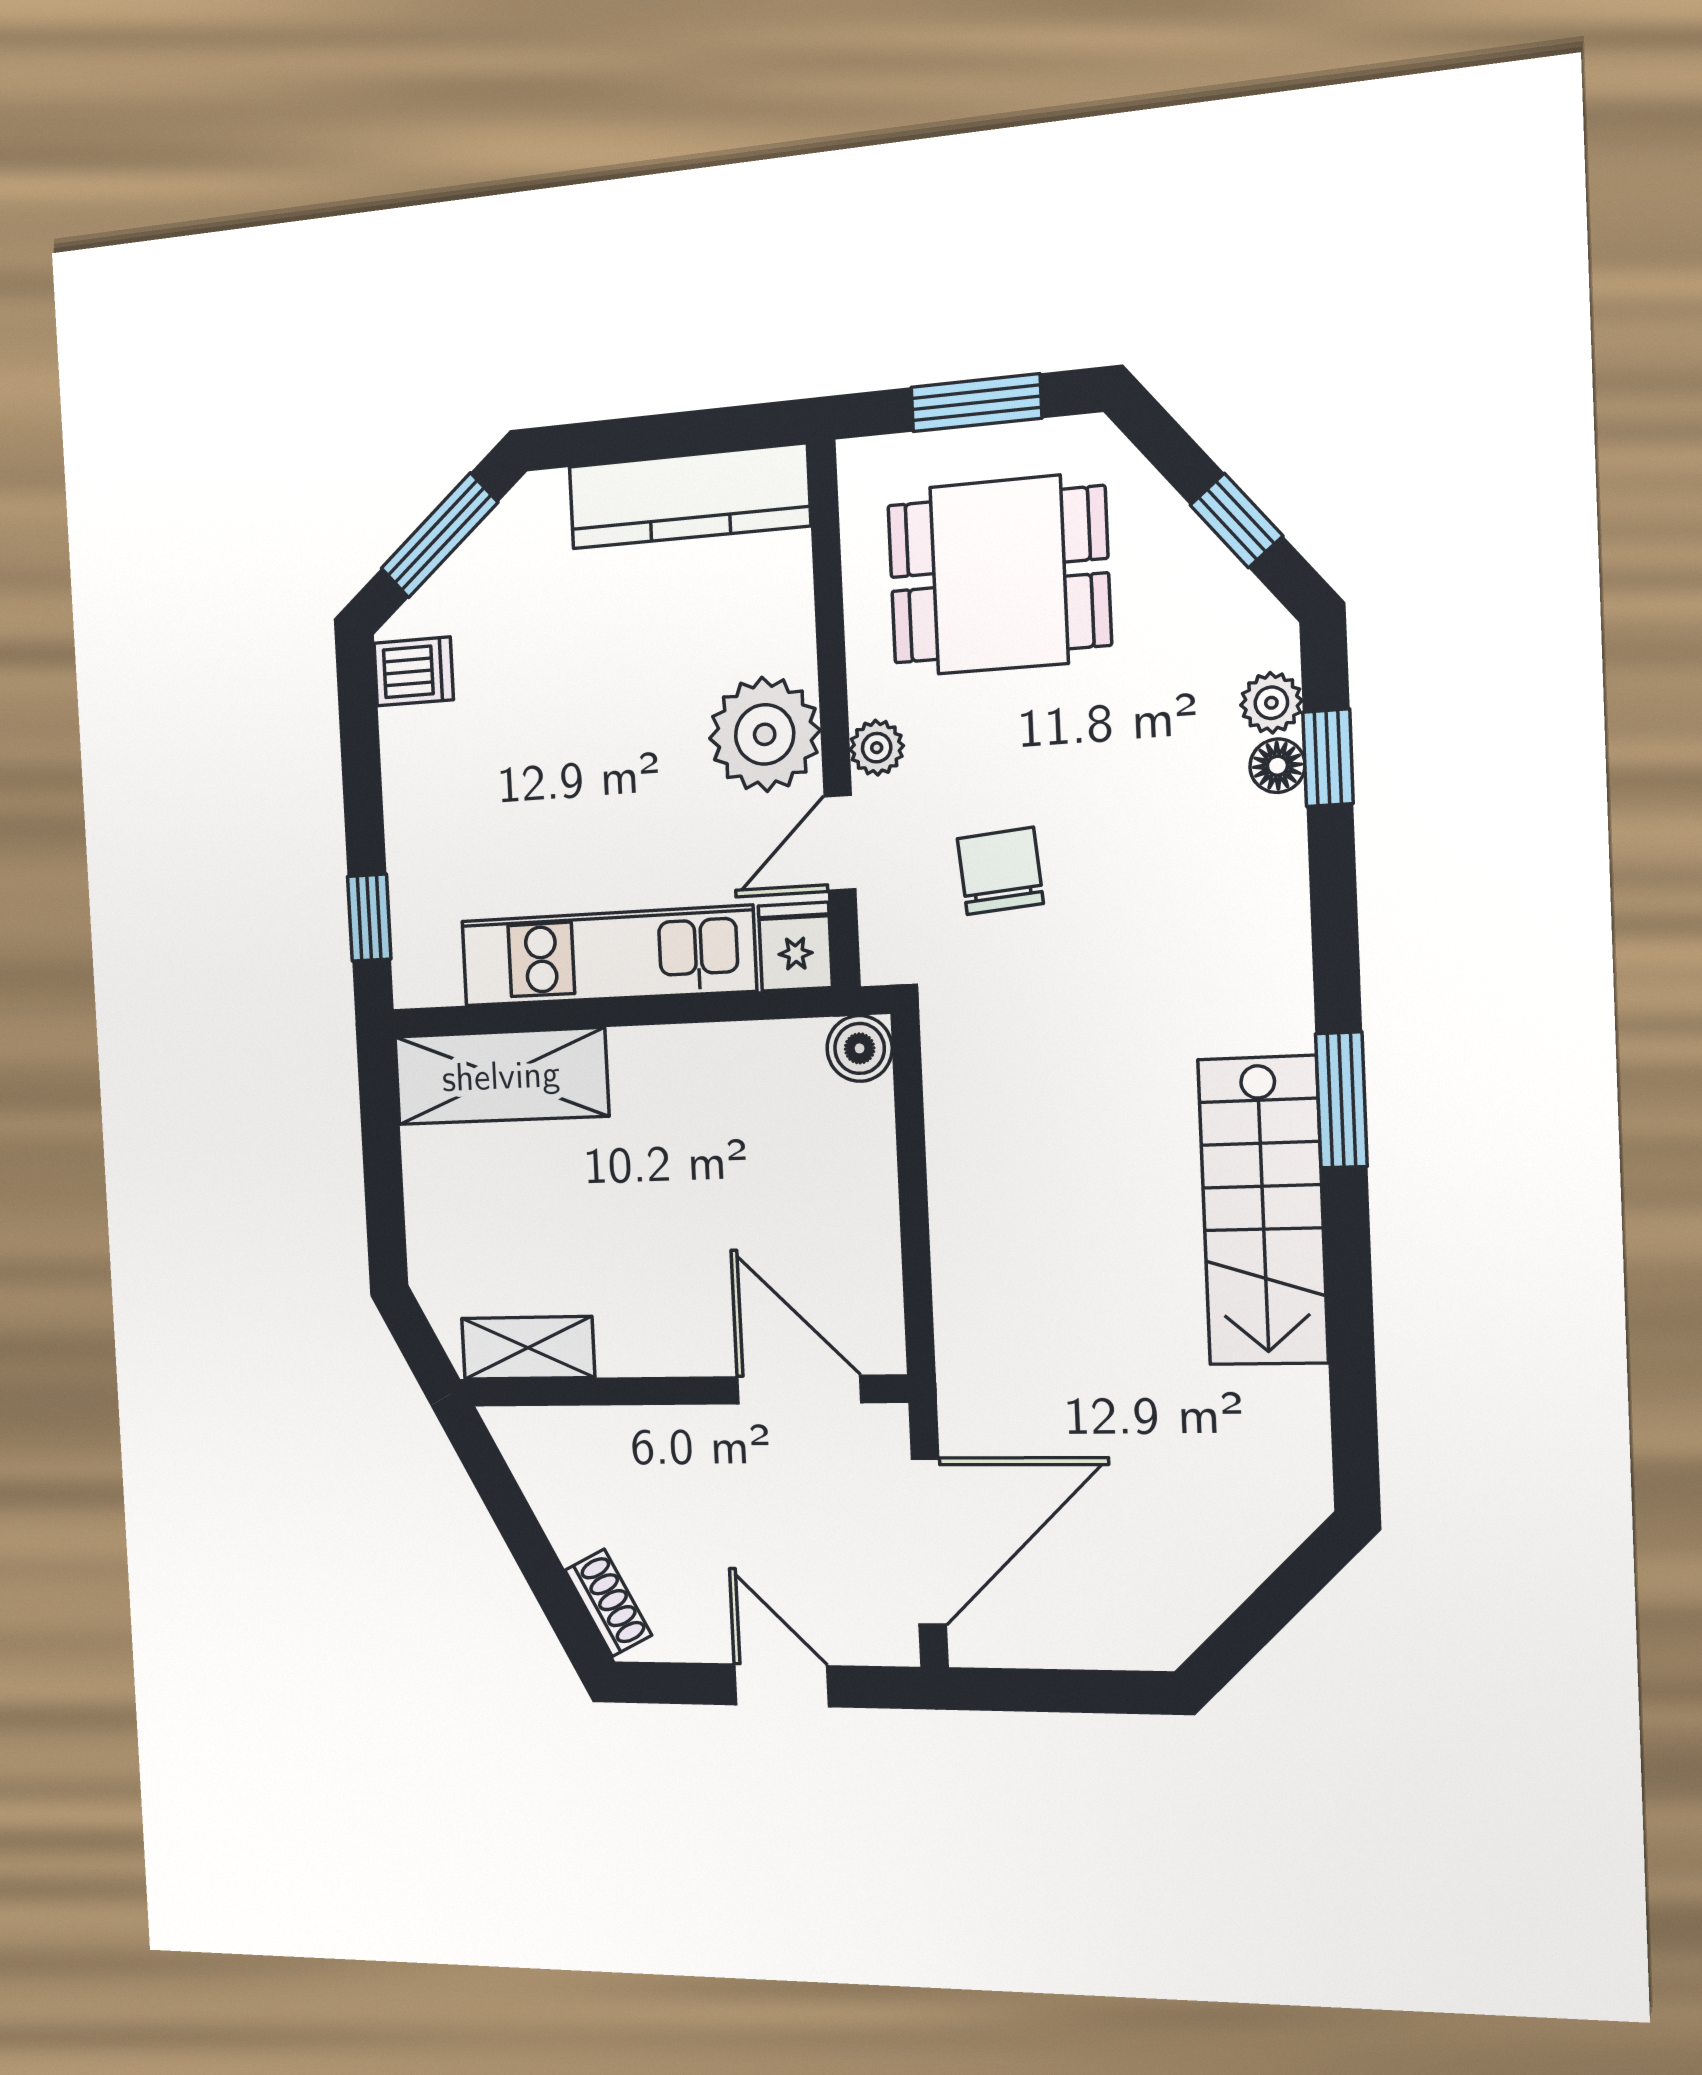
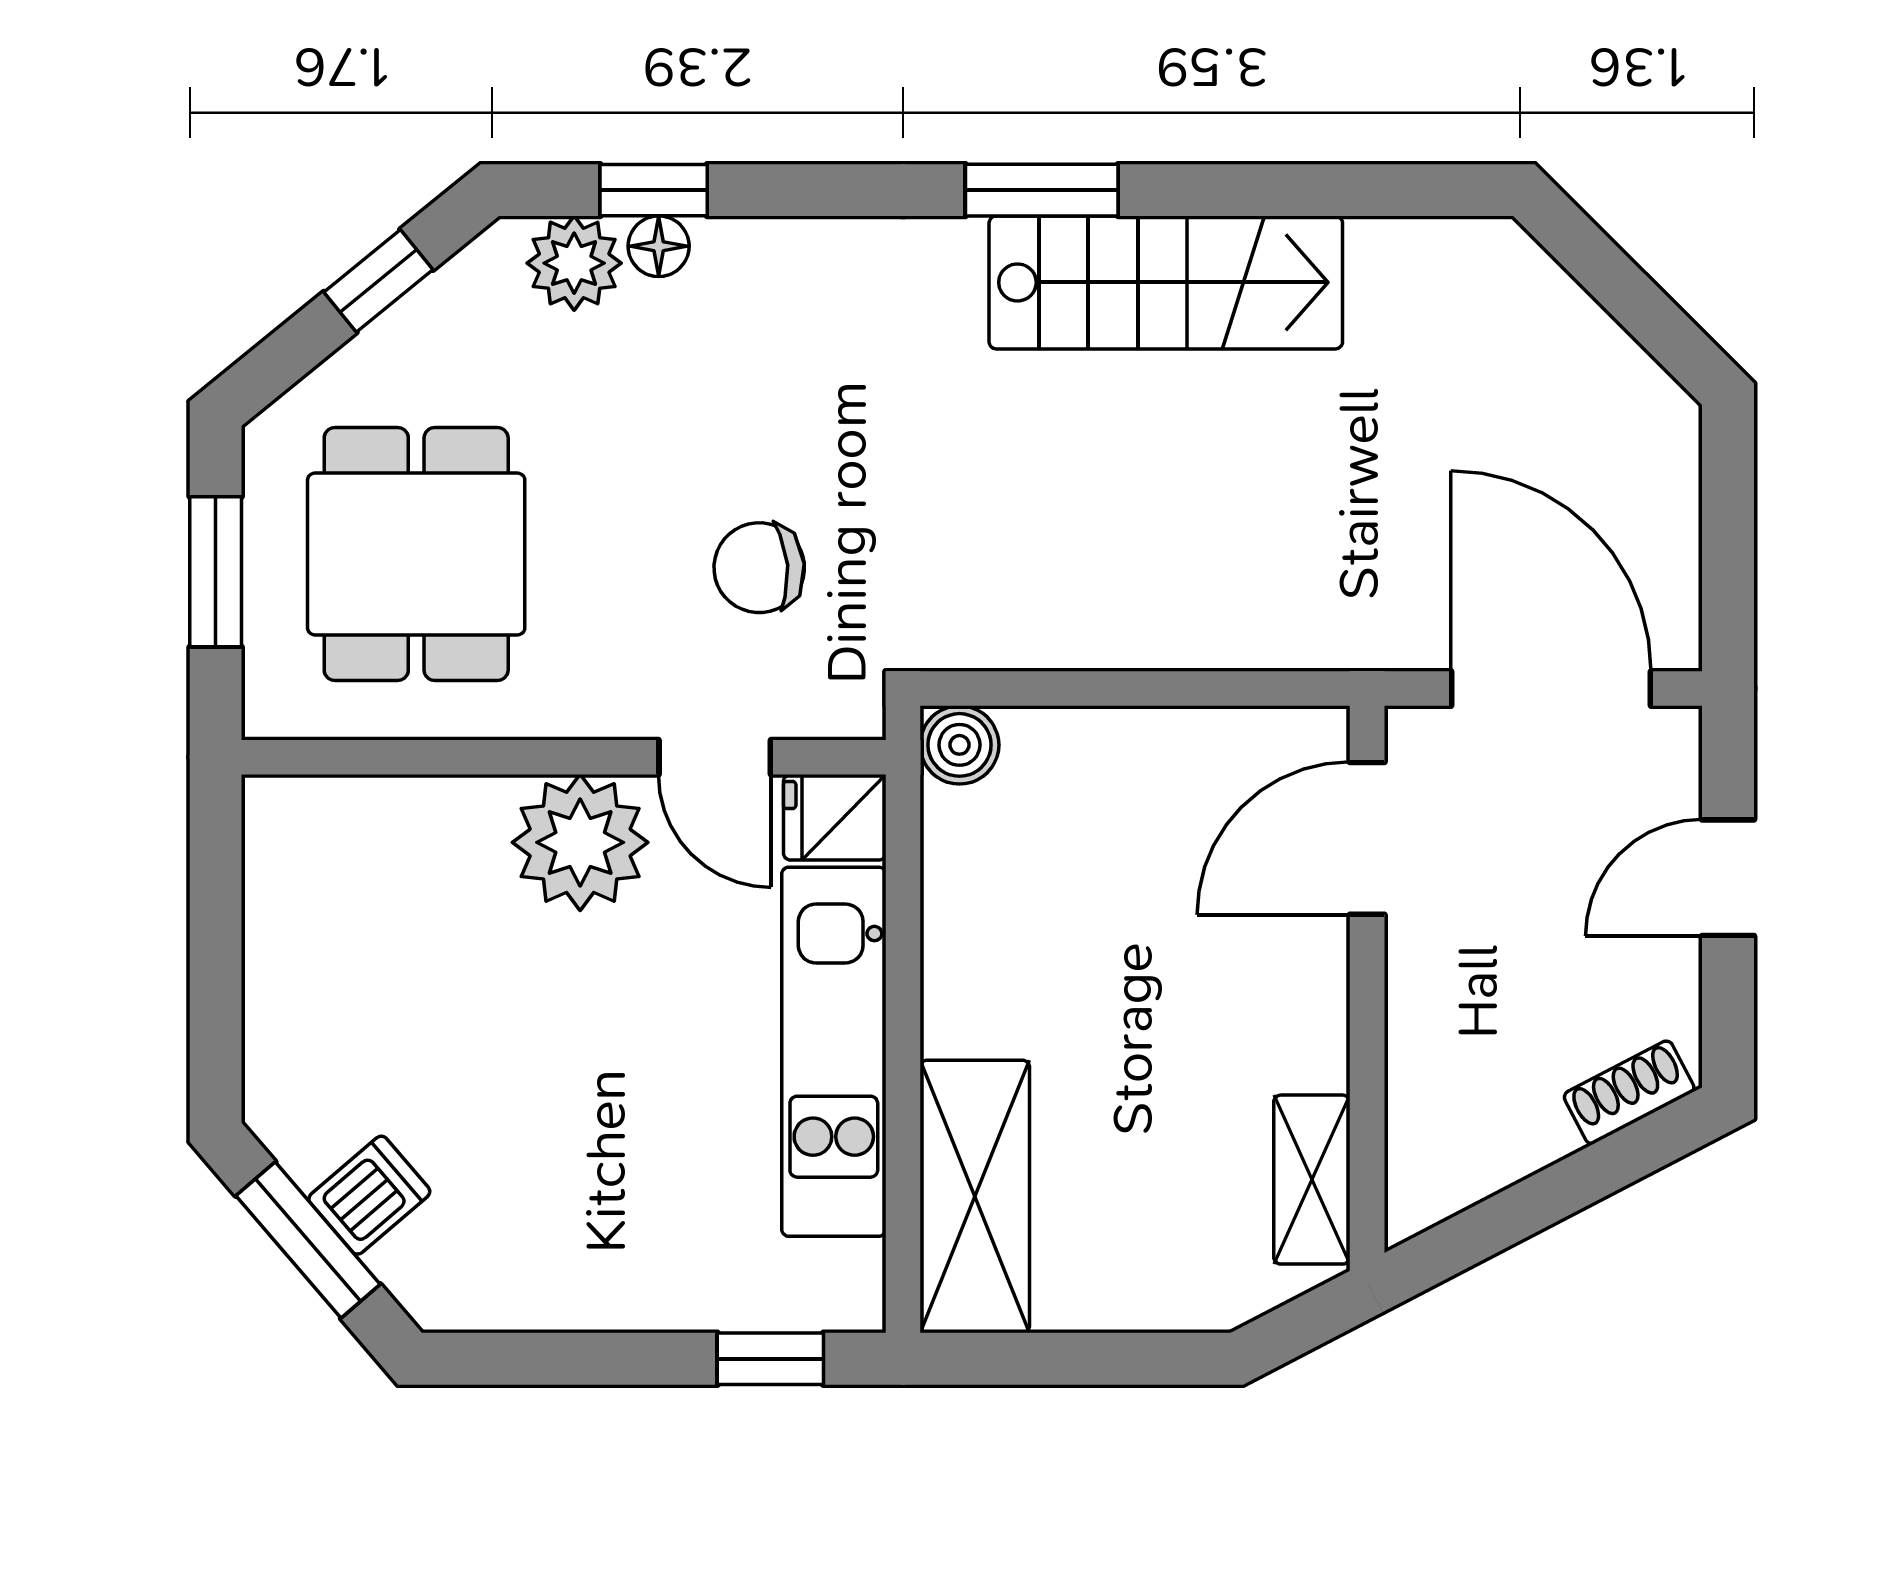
kitchen counter: (689, 496) -> (290, 922), removed
dishwasher: (414, 671) -> (369, 1195), moved, turned 49
plant: (1271, 703) -> (574, 263), width x1.38, depth x1.38
plant: (877, 748) -> (606, 708), removed

